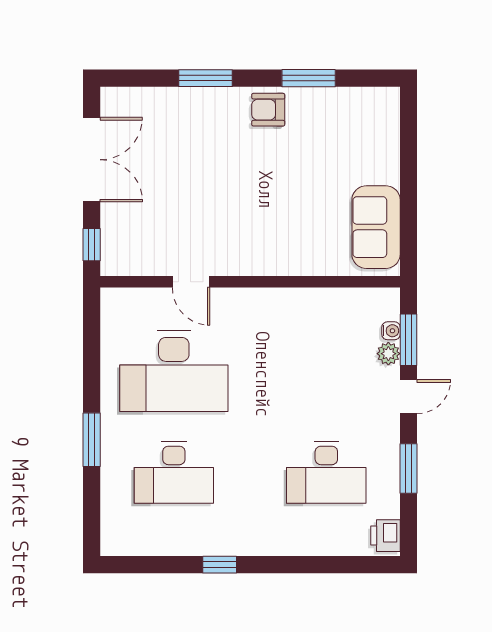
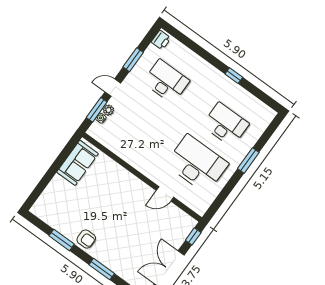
door: (191, 282) -> (165, 194), swing flipped

